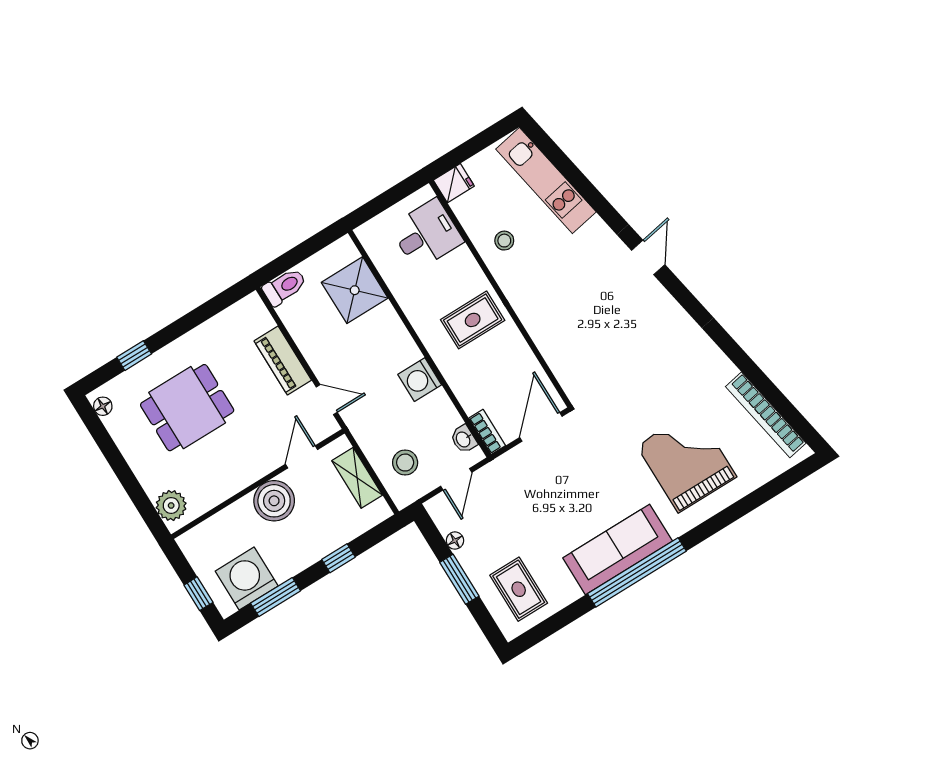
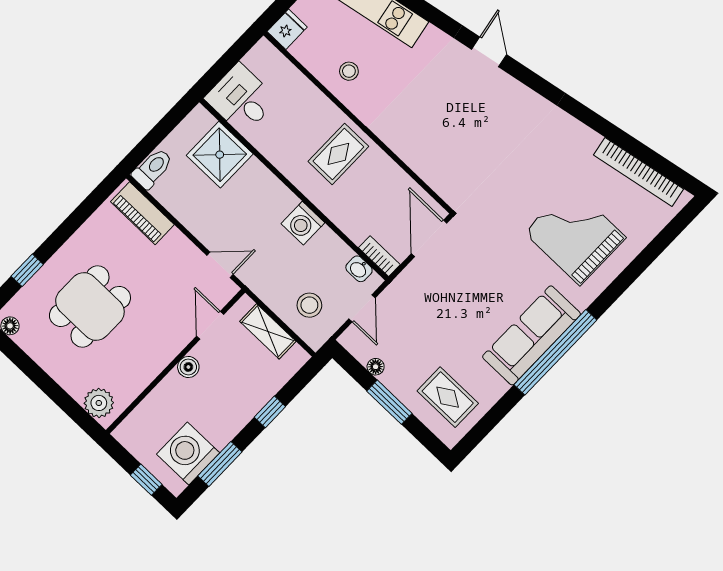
desk: (427, 234) -> (241, 99), moved, turned -90
piano: (283, 361) -> (142, 213), moved
boiler: (274, 501) -> (188, 367), width x0.54, depth x0.54

